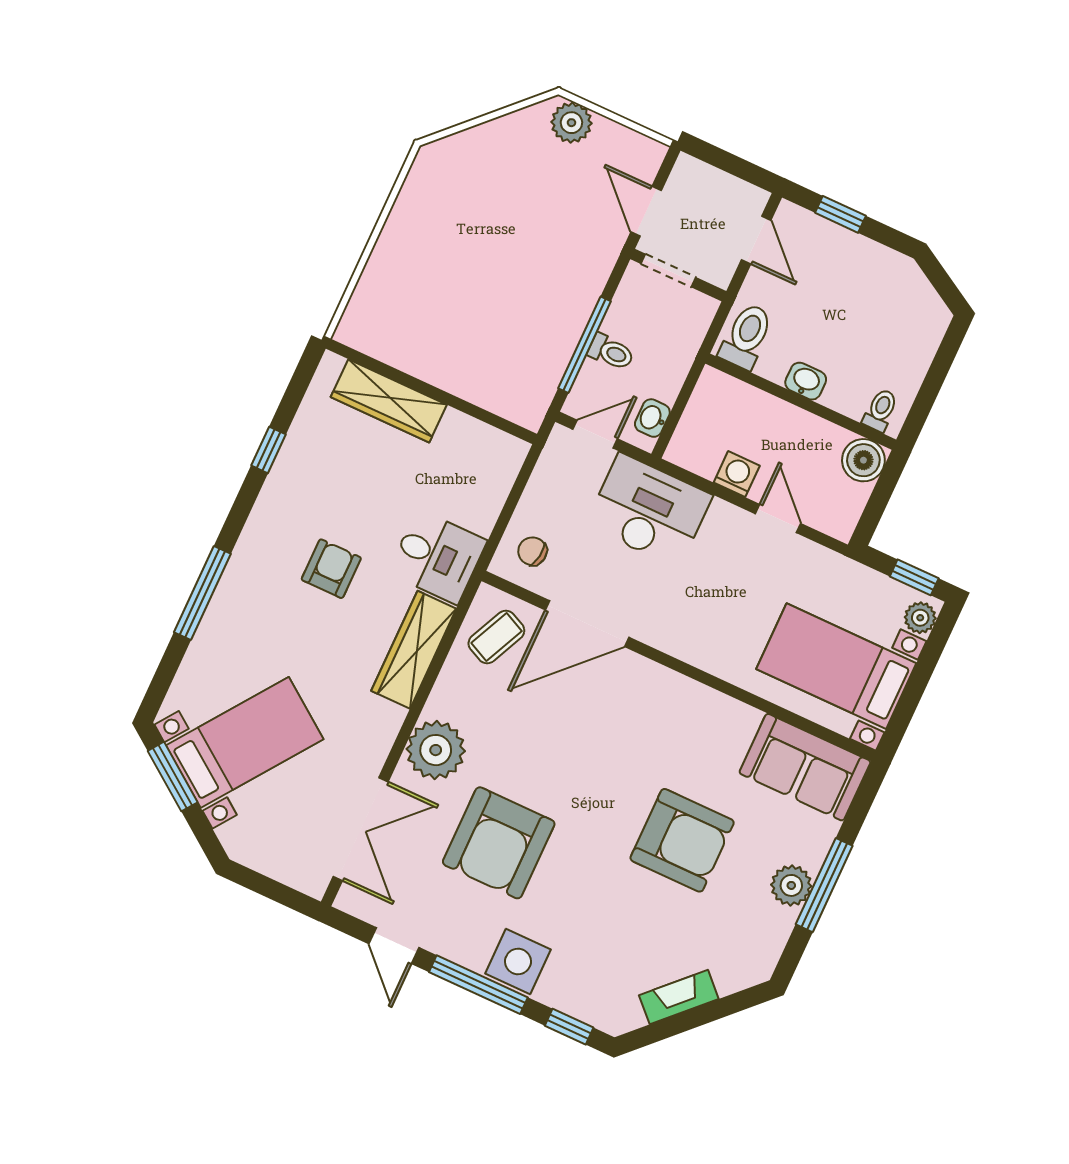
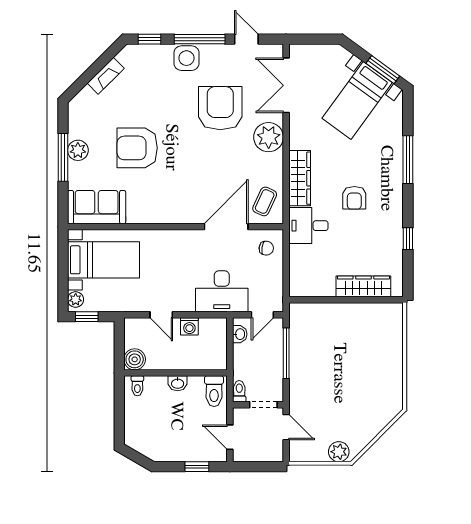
toilet: (611, 352) -> (239, 391), moved, turned 90

